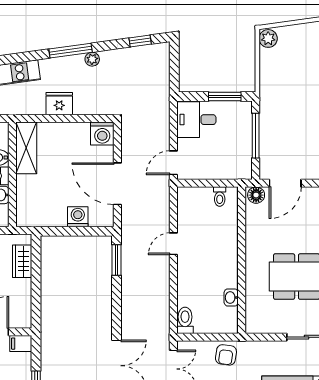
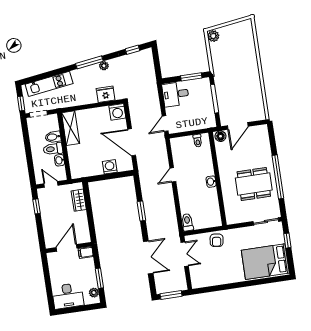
fridge: (59, 104) -> (106, 94), moved
window: (117, 260) -> (141, 211), moved
washbasin: (231, 297) -> (211, 182), moved

